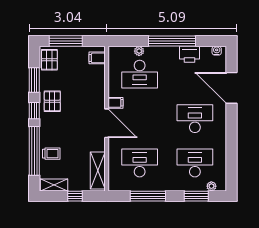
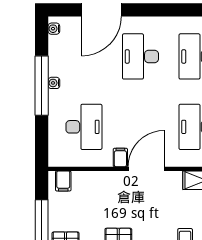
plant: (139, 51) -> (54, 128), removed
water cooler: (174, 51) -> (54, 83), added
printer: (189, 54) -> (59, 63), removed

